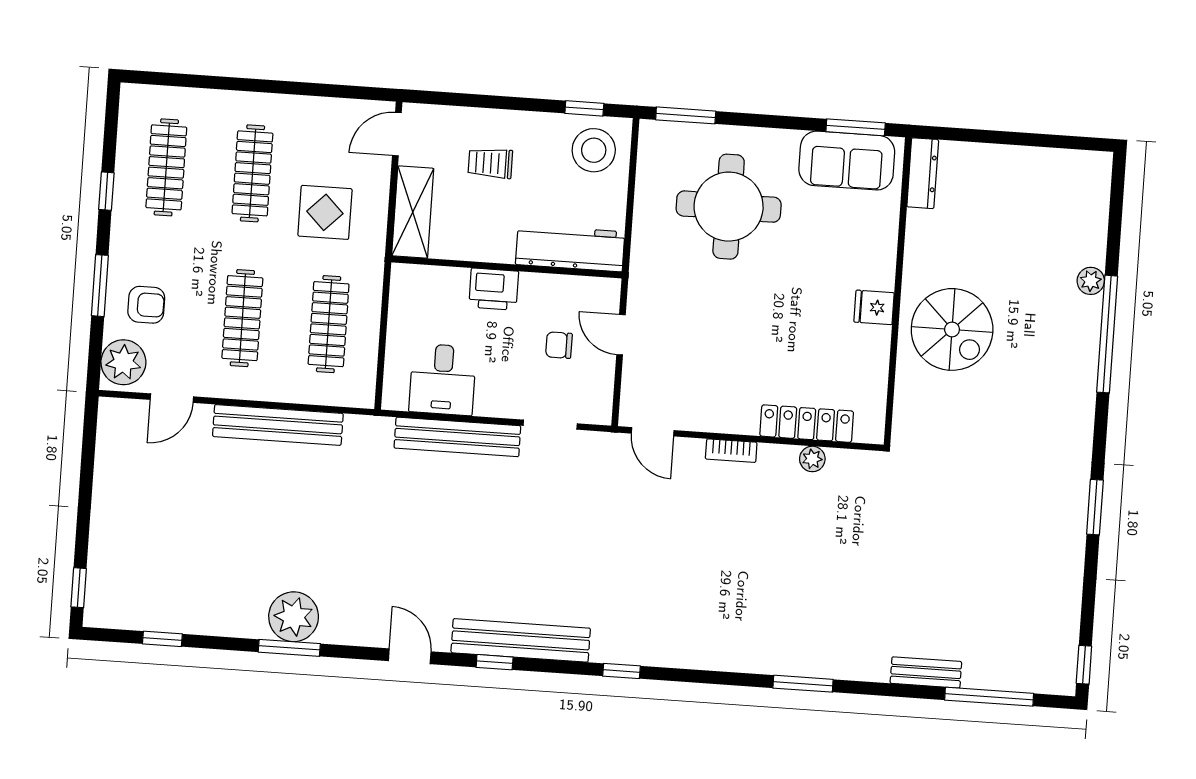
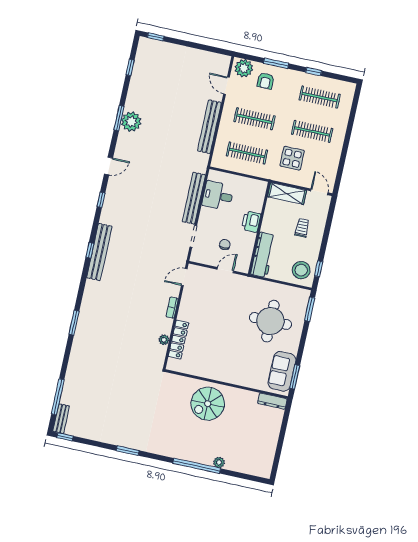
fridge: (874, 307) -> (221, 374), removed
bench: (521, 640) -> (99, 252), moved
bench: (926, 672) -> (61, 419), moved

